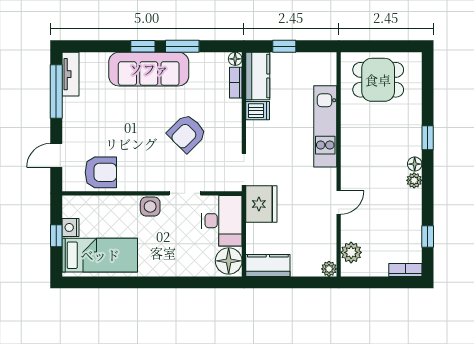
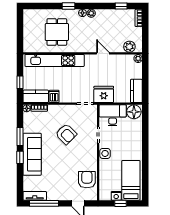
dining table: (378, 80) -> (57, 32), moved
kitchen unit: (325, 126) -> (55, 60), width x1.36

